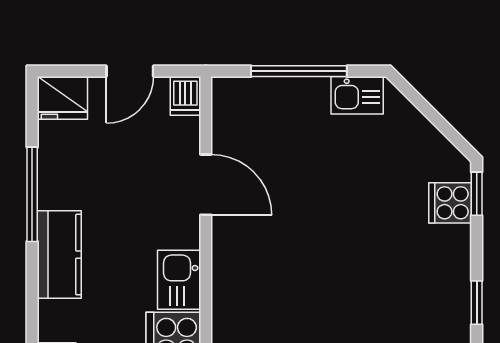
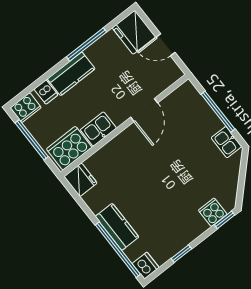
dishwasher: (185, 96) -> (46, 92), moved, turned -90
fridge: (62, 98) -> (134, 32), width x1.36, depth x1.34

